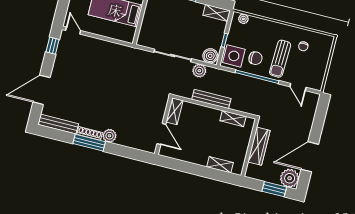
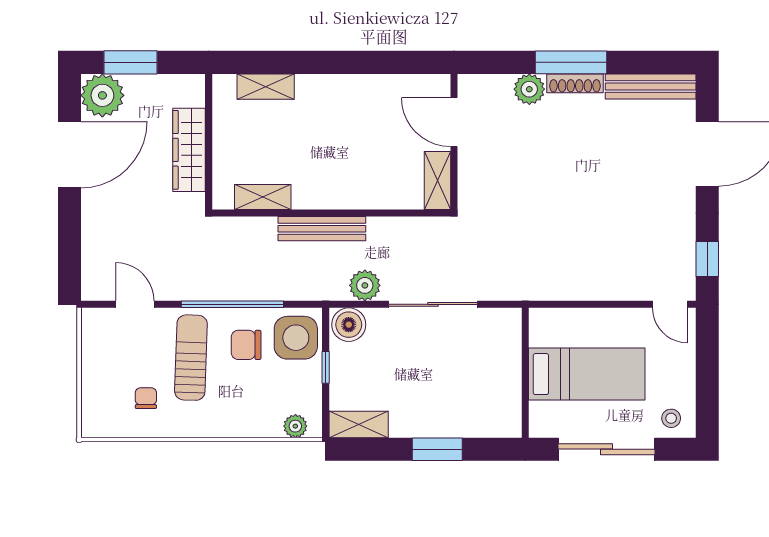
shelving: (175, 111) -> (437, 180), moved
wall: (163, 126) -> (454, 142), moved
door: (161, 134) -> (454, 122), moved

